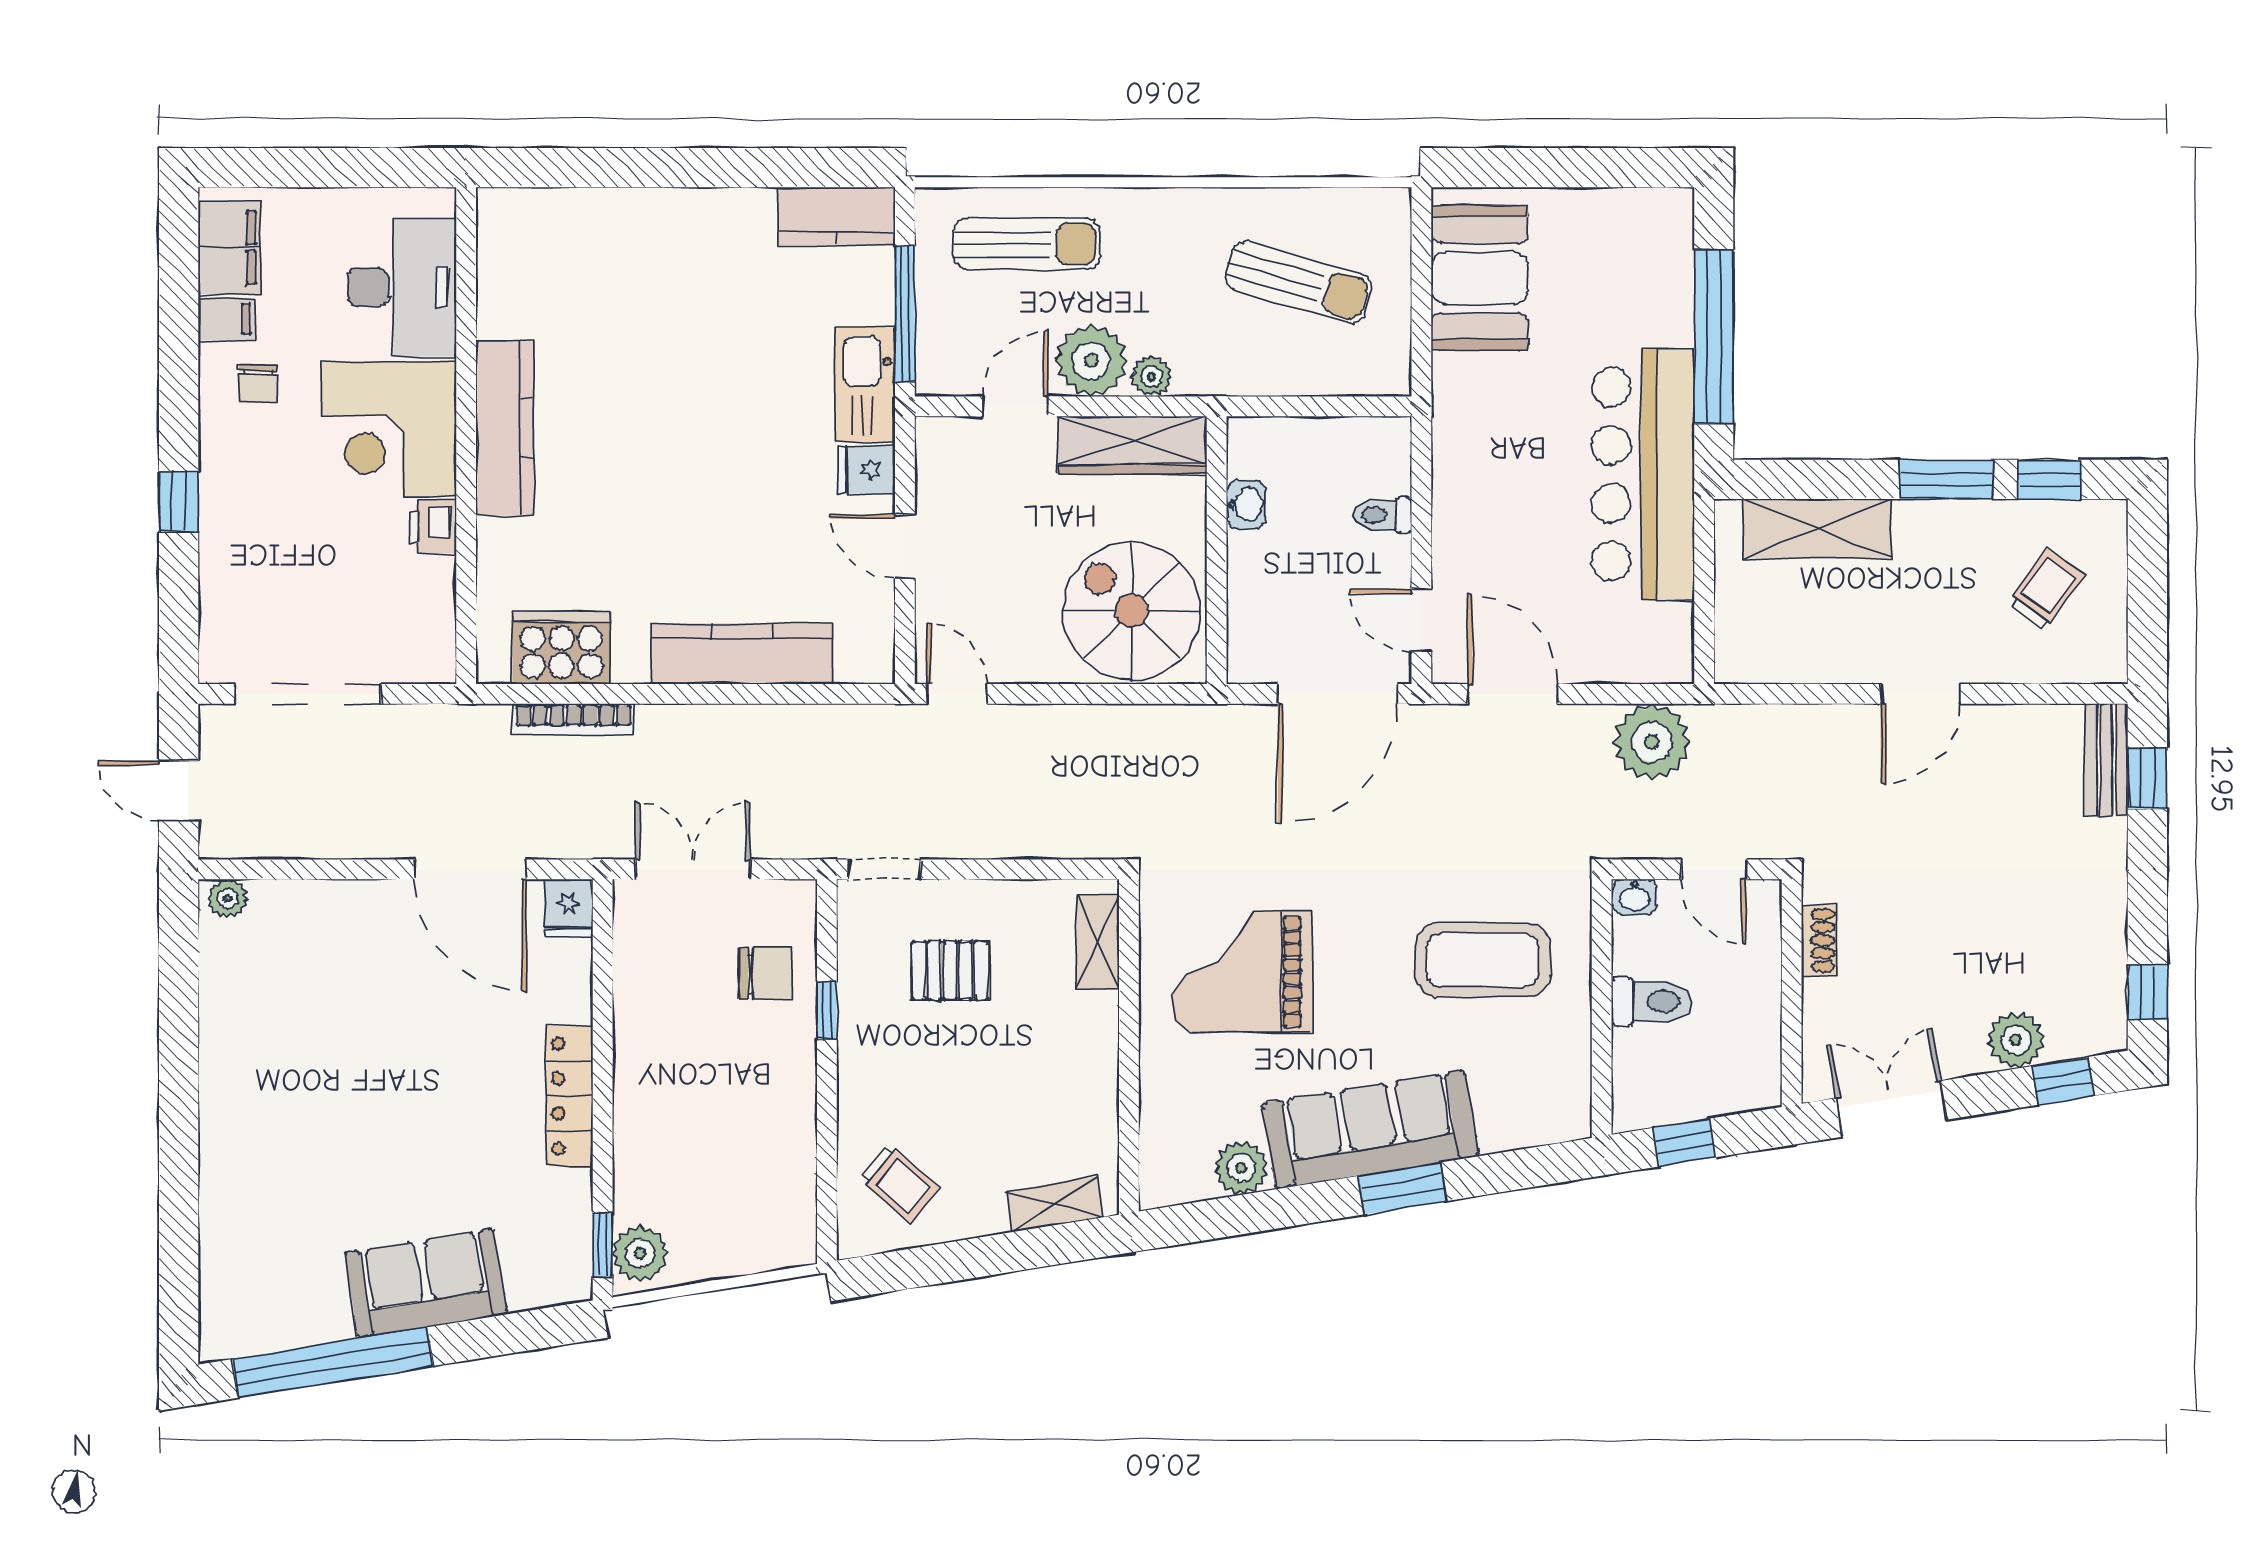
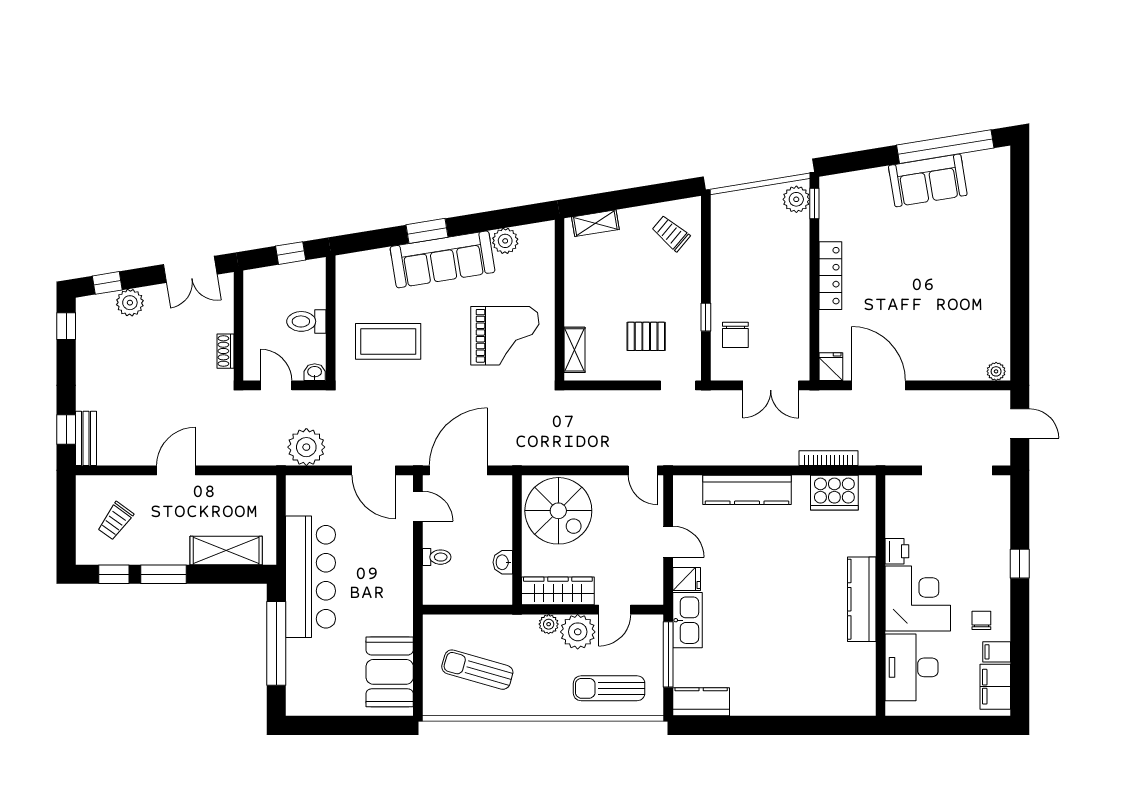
chair: (766, 974) -> (735, 335), turned -90
sofa: (426, 1283) -> (928, 180), moved

